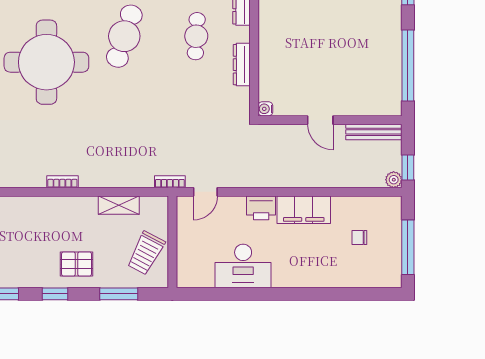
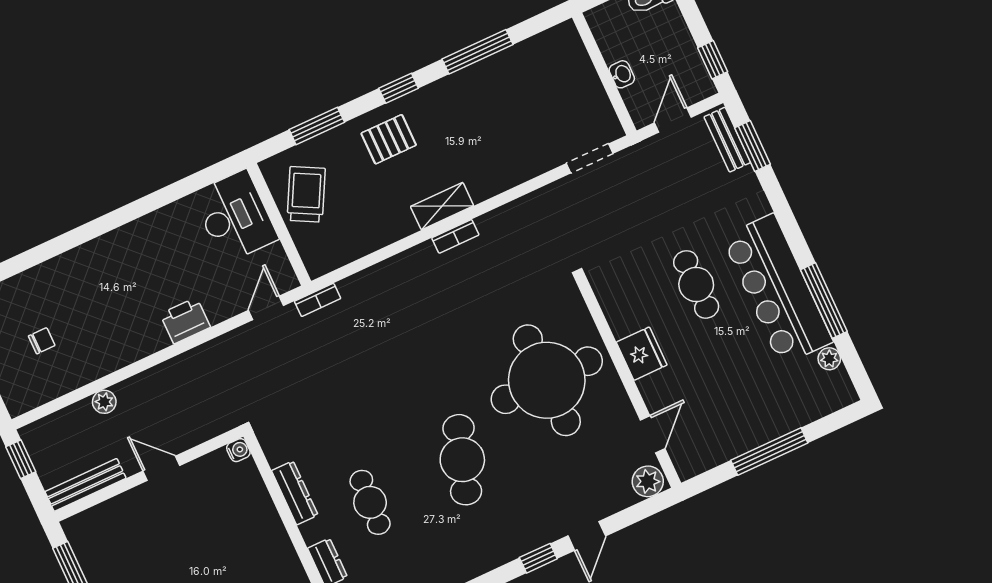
plant: (394, 180) -> (104, 402), moved
shelving: (119, 205) -> (442, 206), moved
filing cabinet: (304, 210) -> (129, 343), removed
desk: (243, 266) -> (235, 216), moved, turned 90

